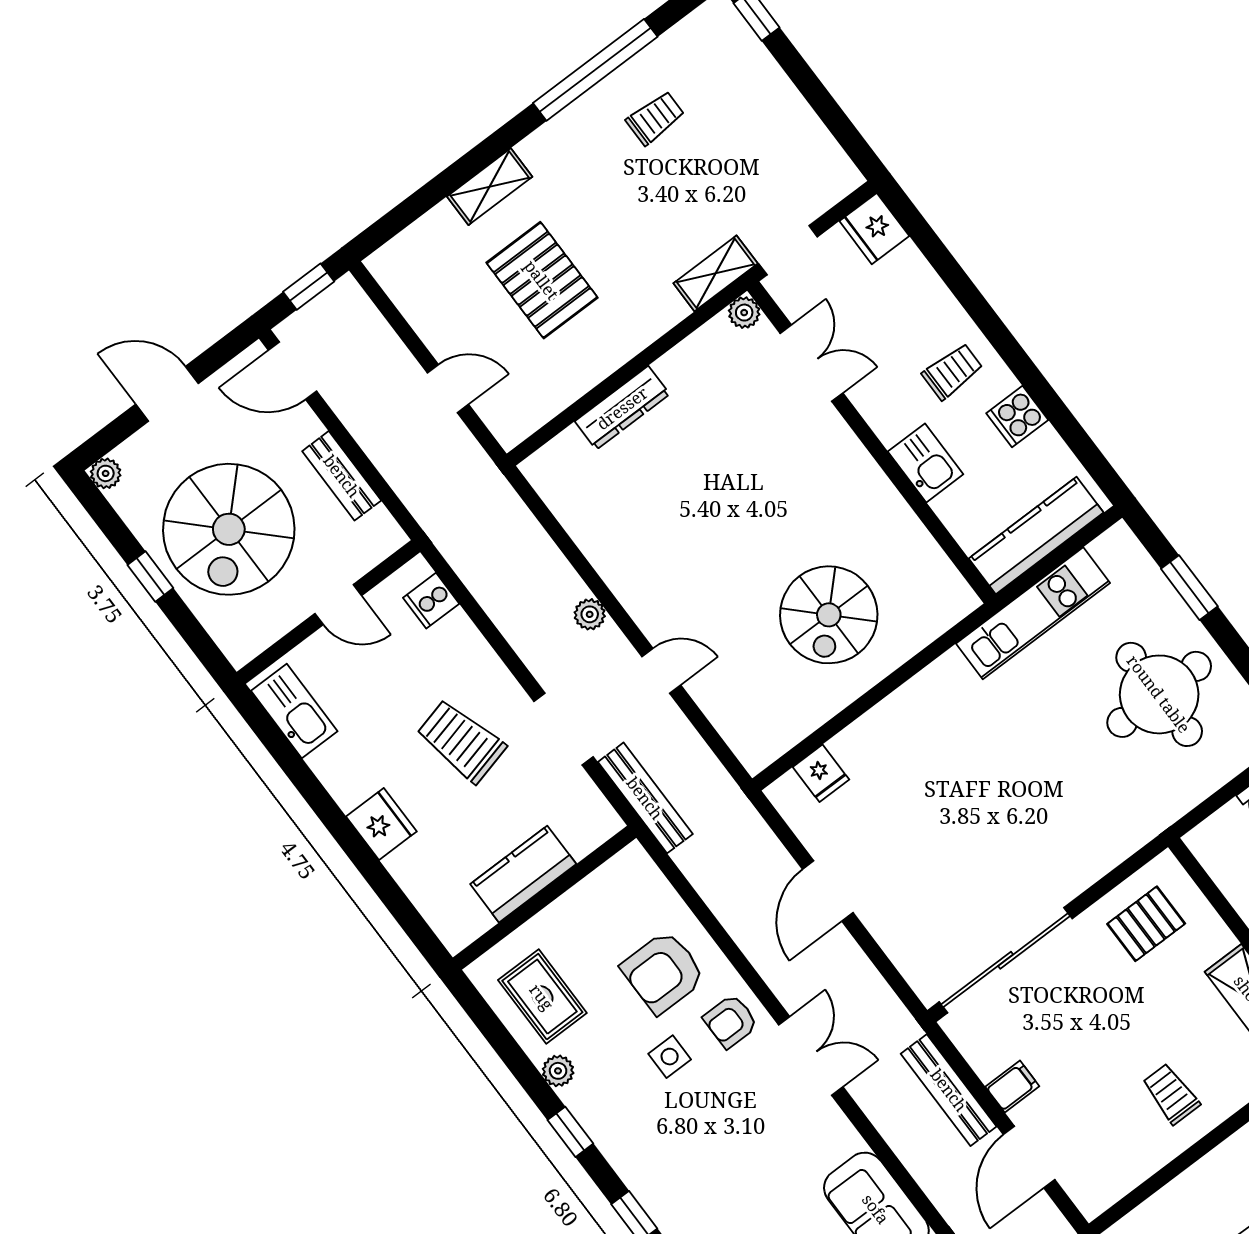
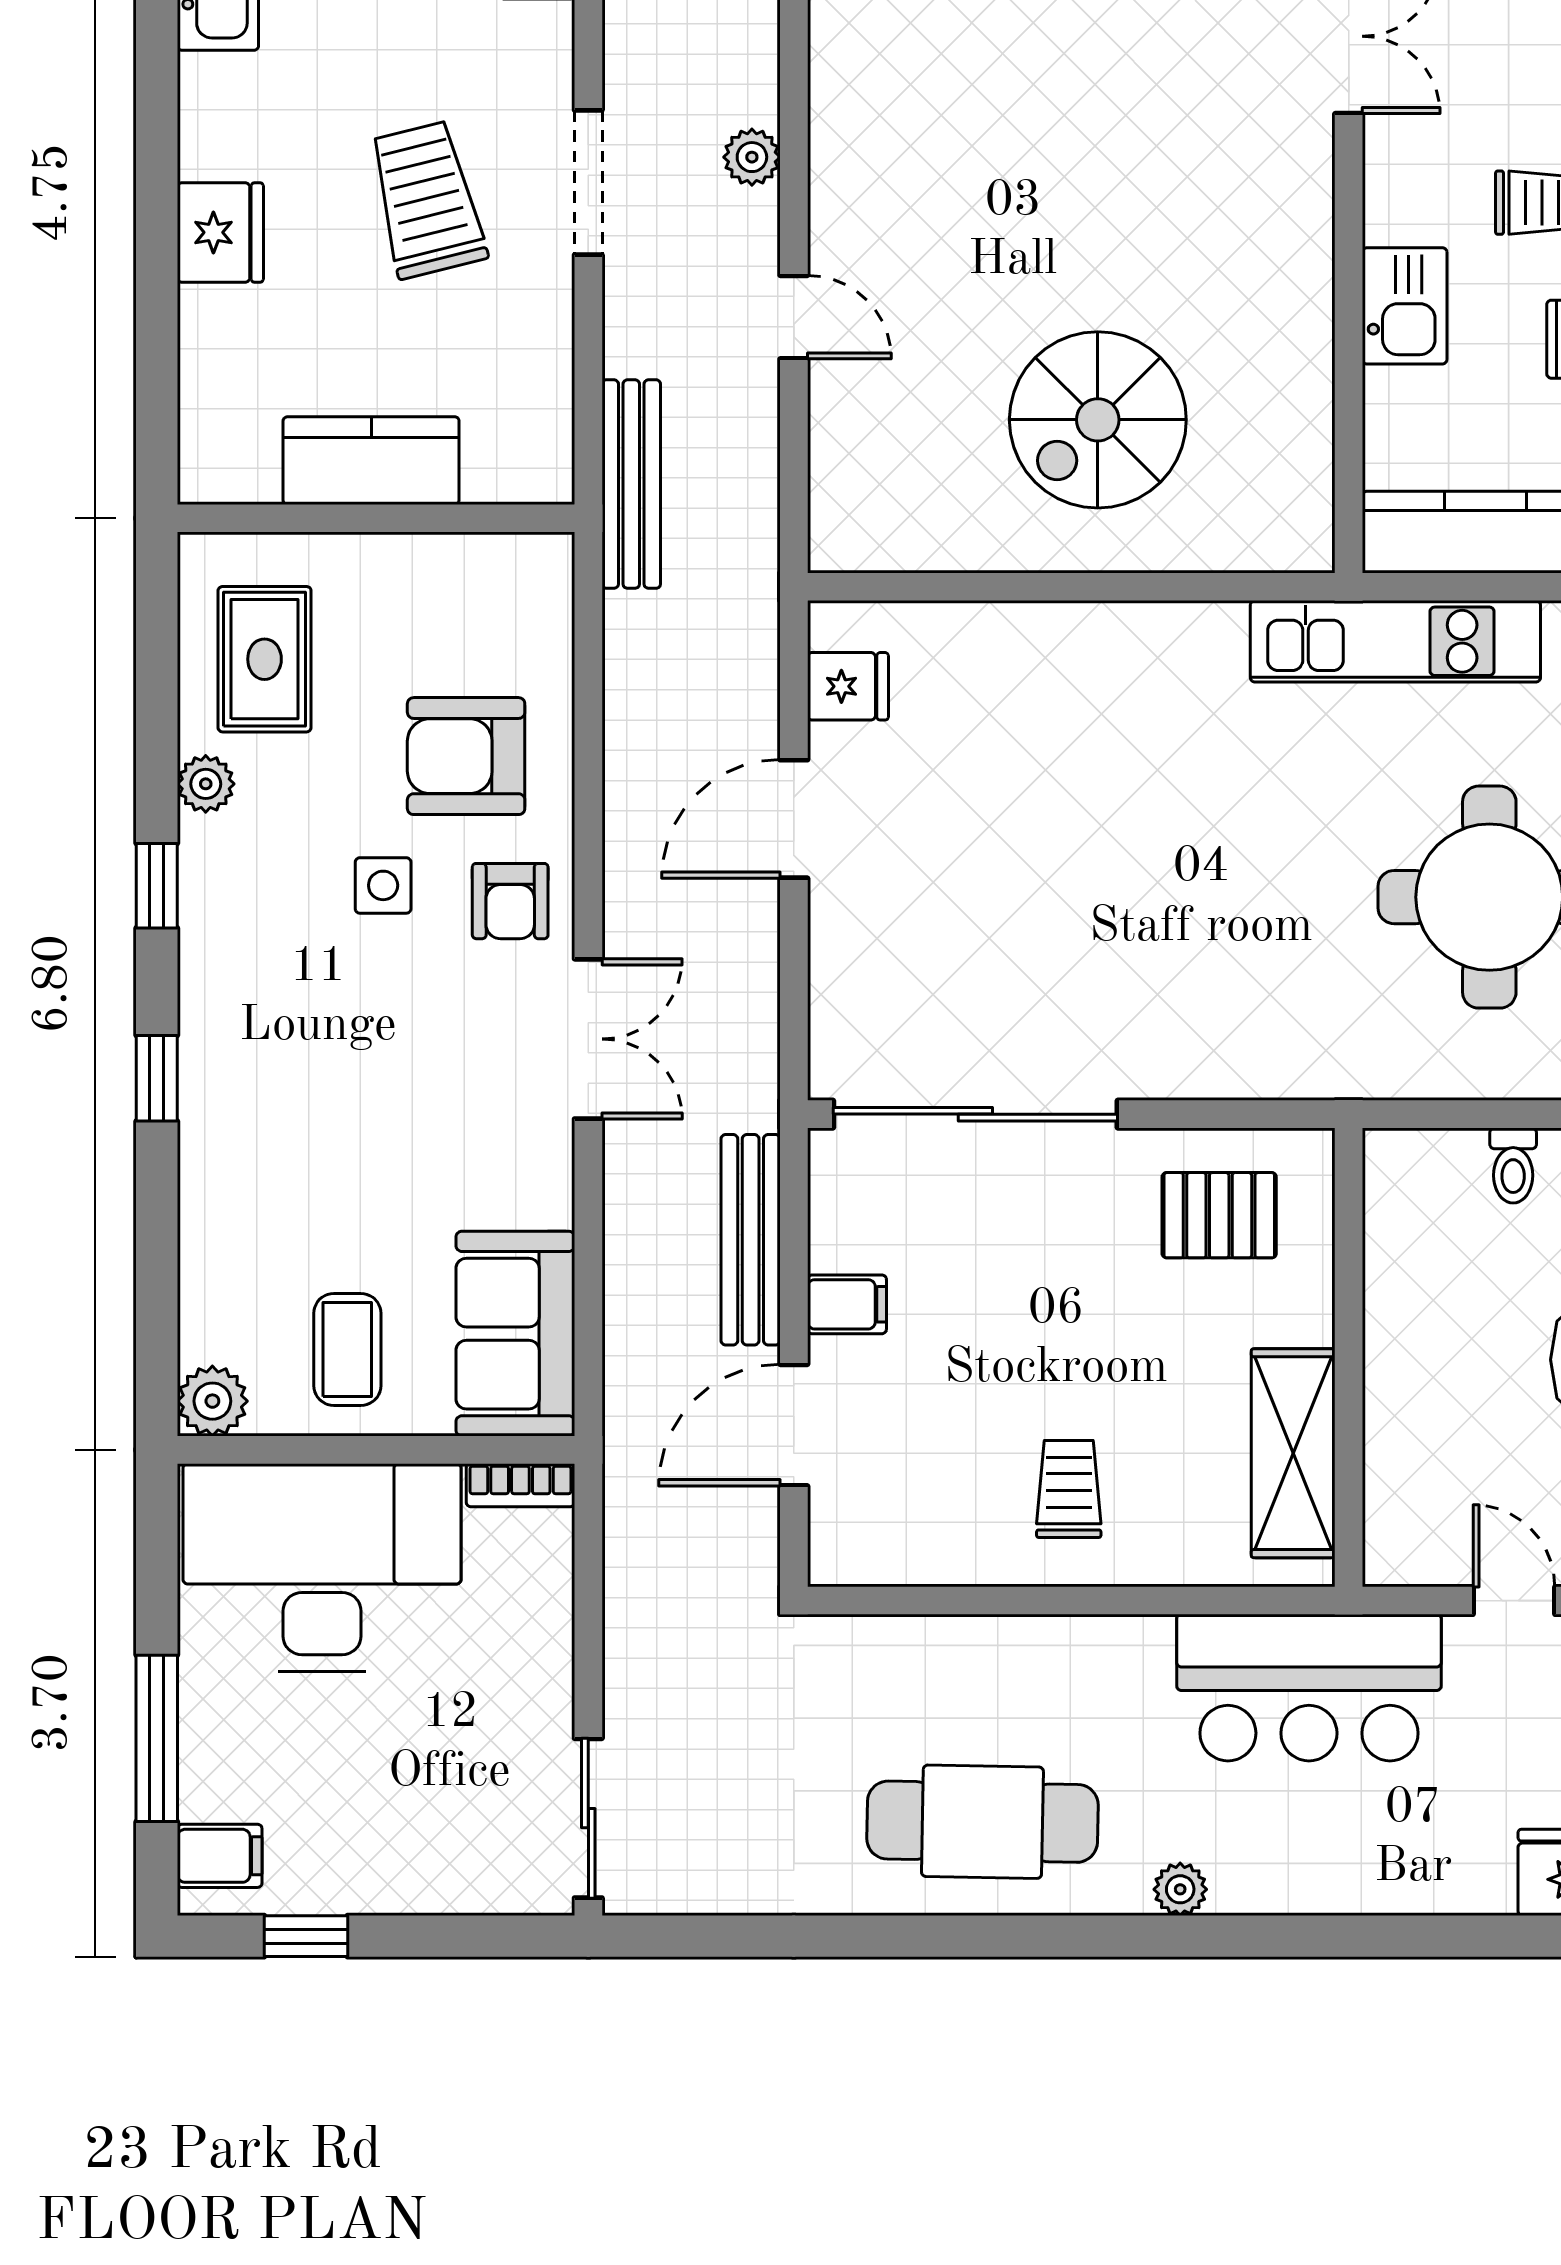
doorway: (563, 729) -> (588, 182), moved
fridge: (821, 773) -> (848, 686), moved, turned -90
armchair: (731, 1021) -> (510, 901), turned -90

